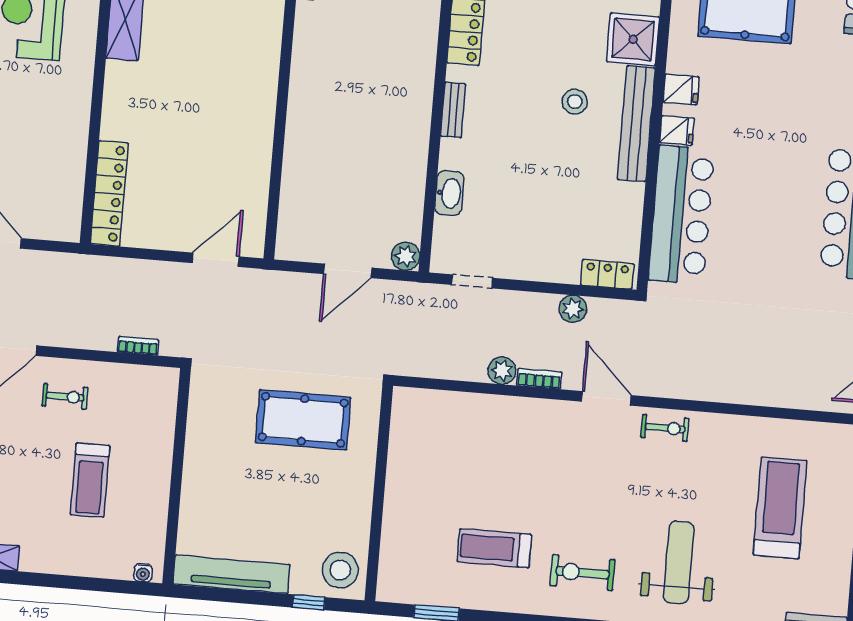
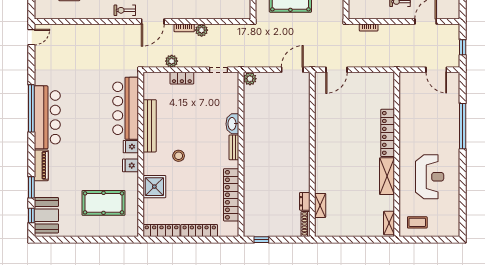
bench: (636, 124) -> (150, 126), moved
locker: (109, 193) -> (388, 133), moved
washbasin: (449, 193) -> (232, 124), moved
door: (348, 271) -> (292, 70), moved
locker: (607, 274) -> (182, 78), moved
door: (606, 398) -> (153, 21), hinge flipped

